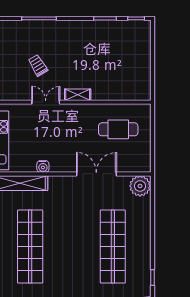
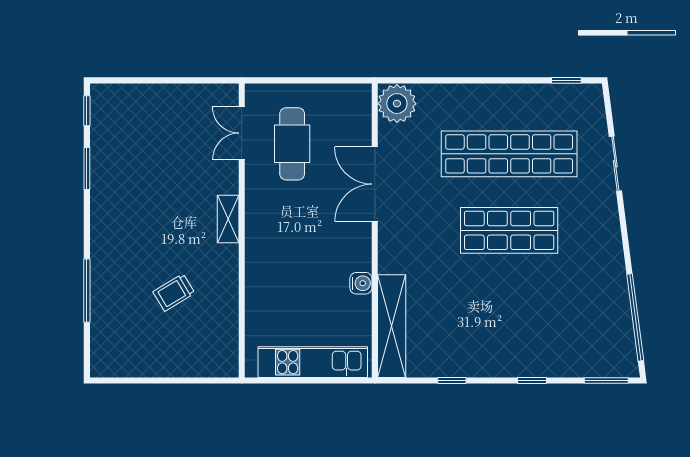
double door: (46, 102) -> (242, 133), moved
shop shelf: (30, 247) -> (509, 230), moved, width x0.71

